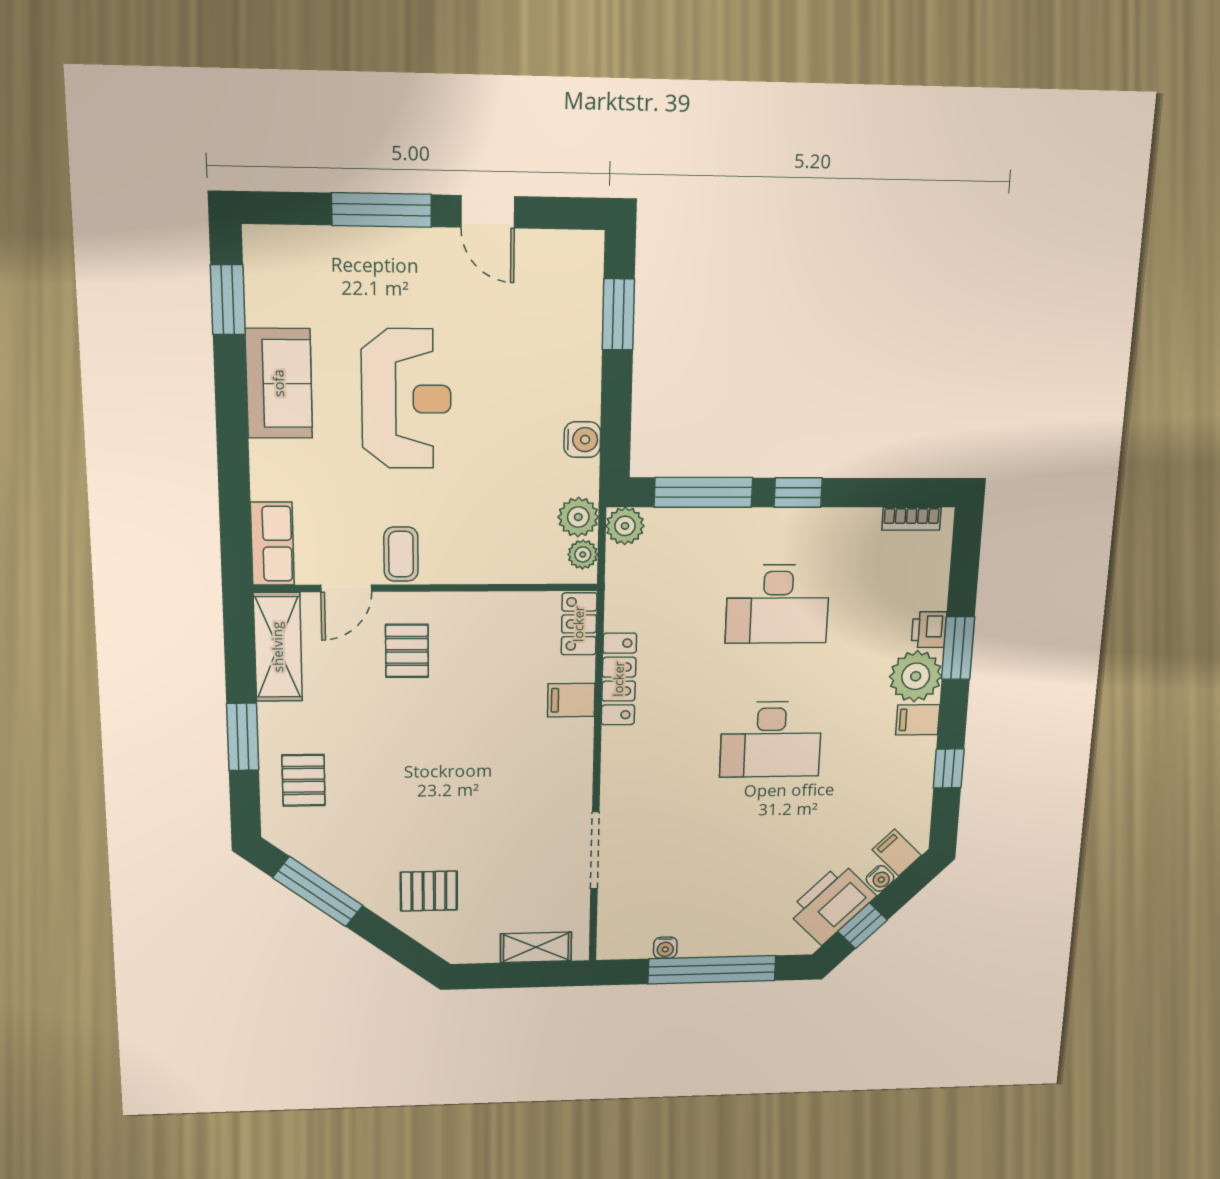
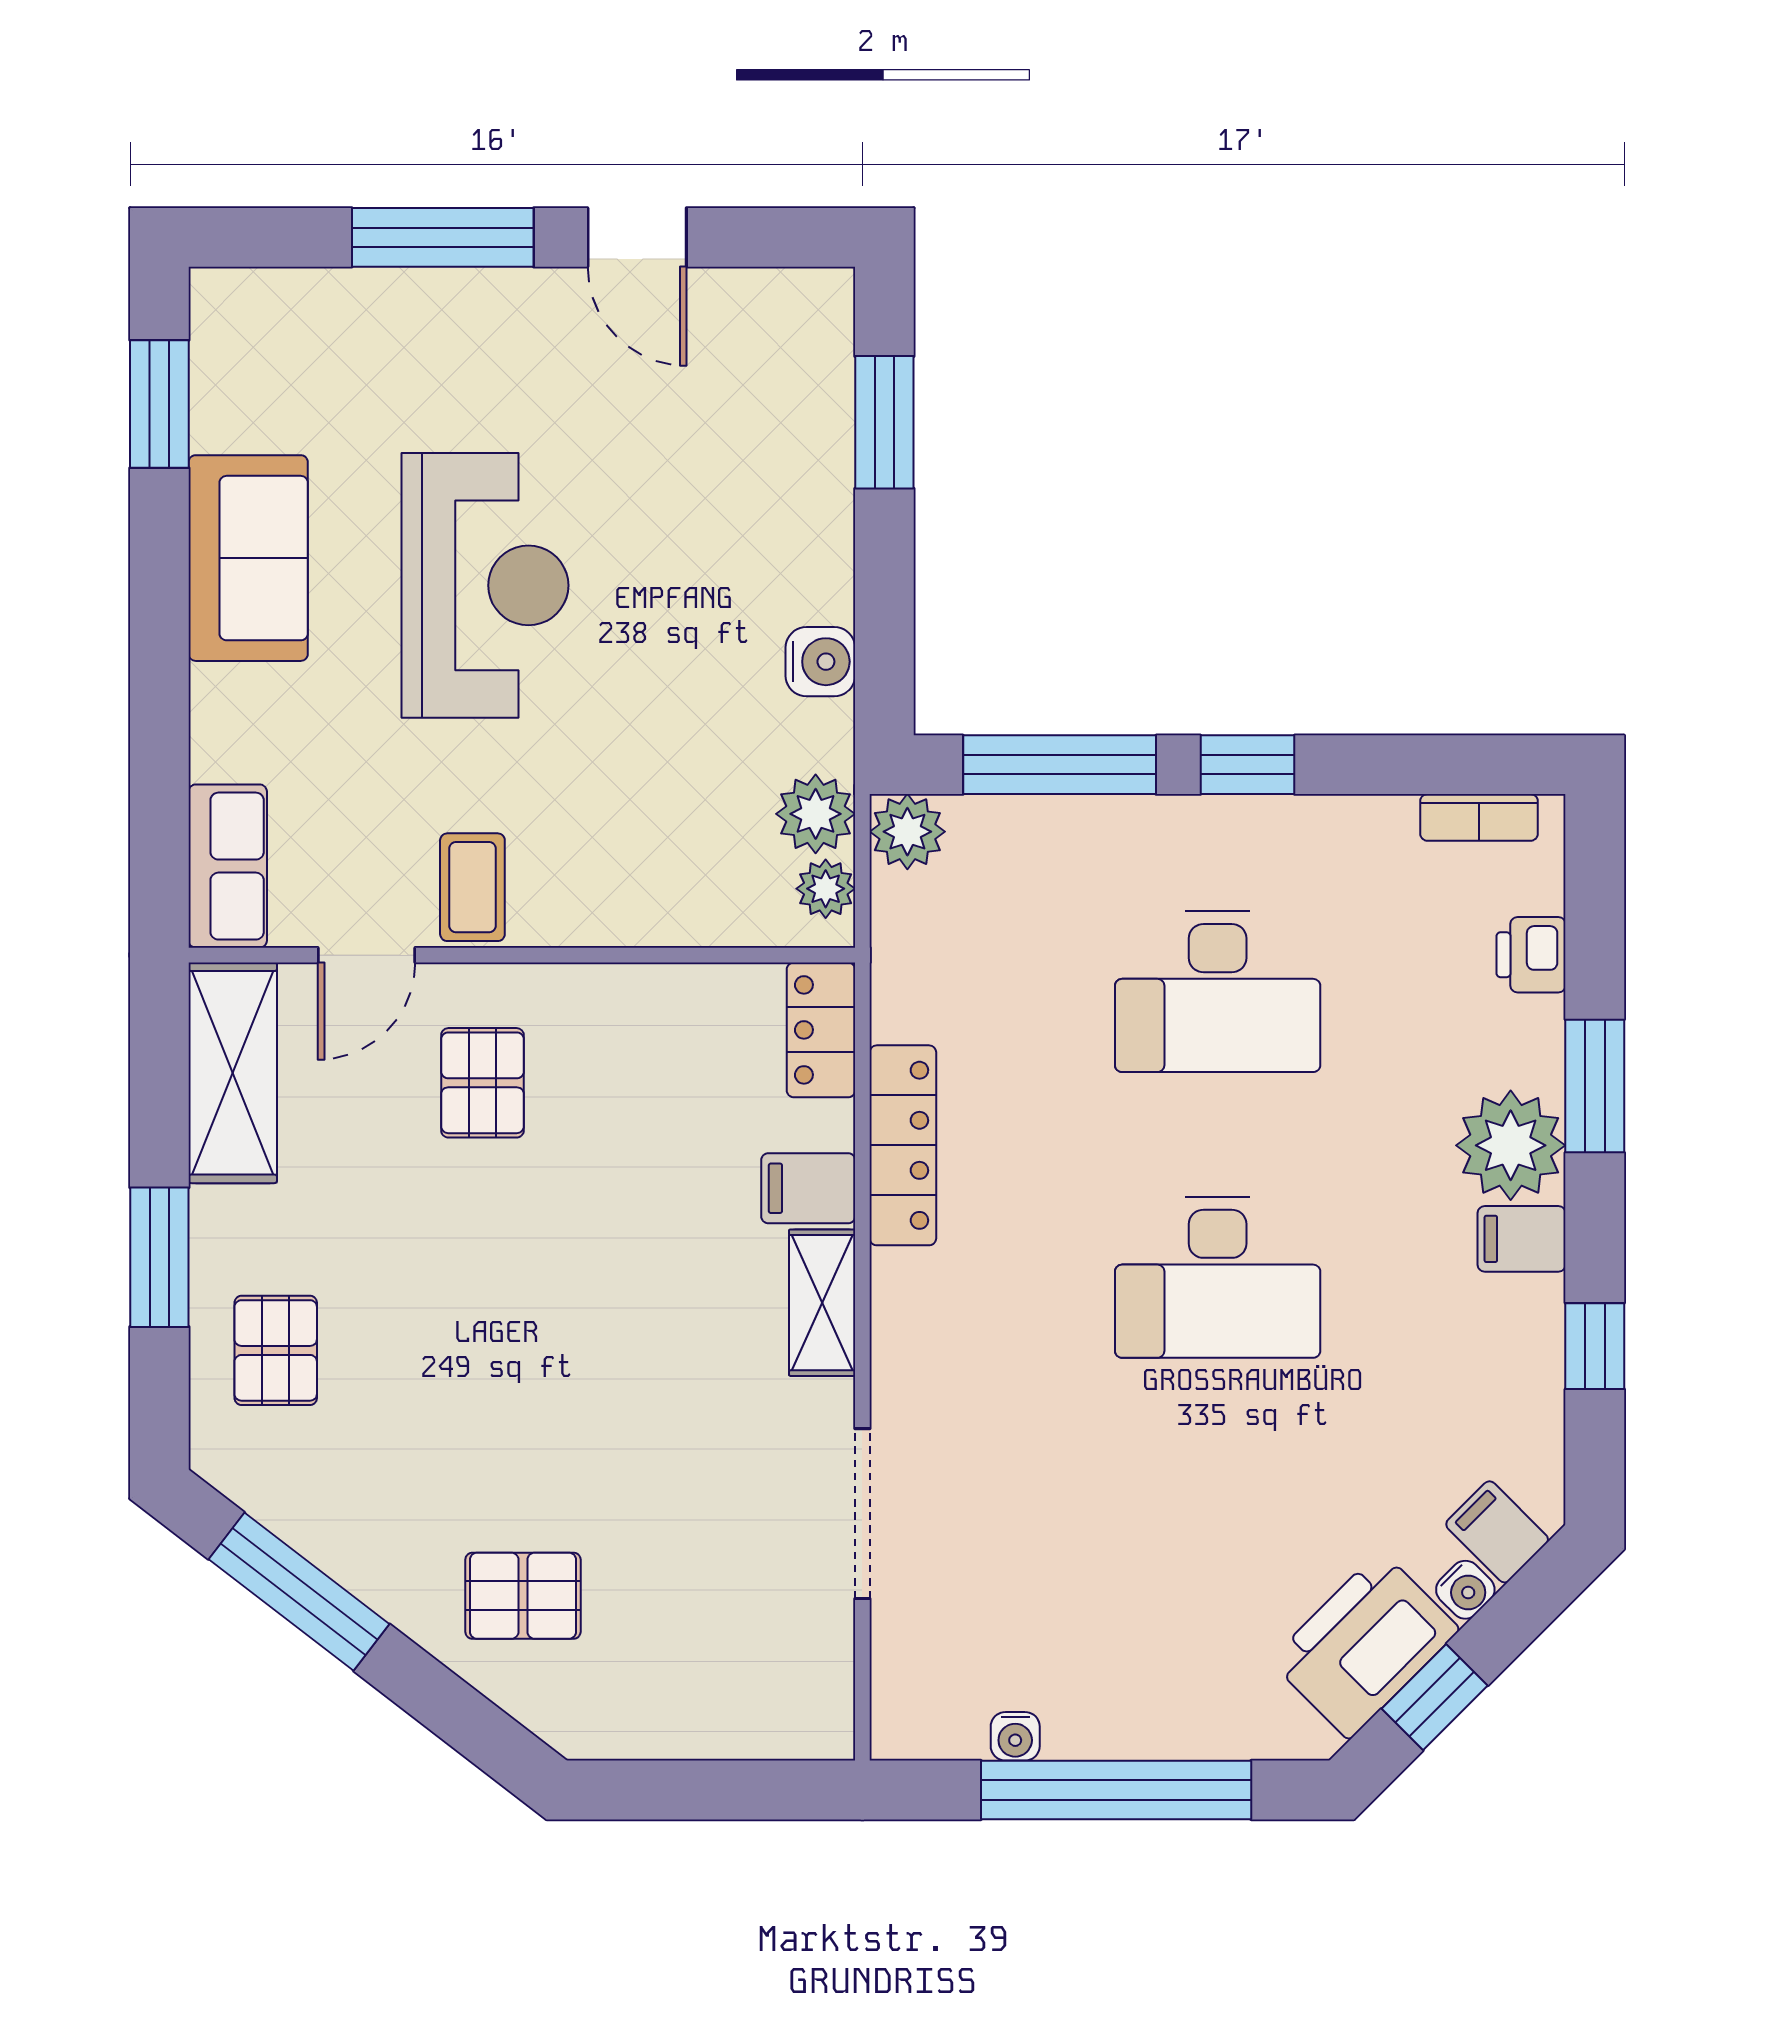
printer: (929, 630) -> (1531, 955), moved
shelving: (536, 947) -> (822, 1303), moved, turned 90

